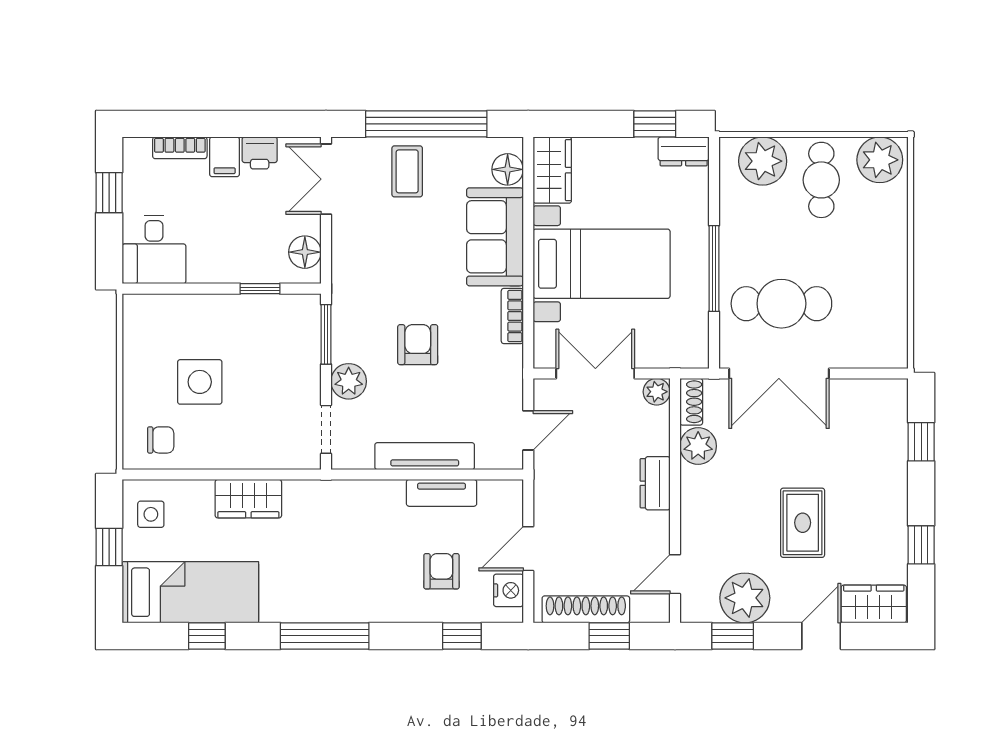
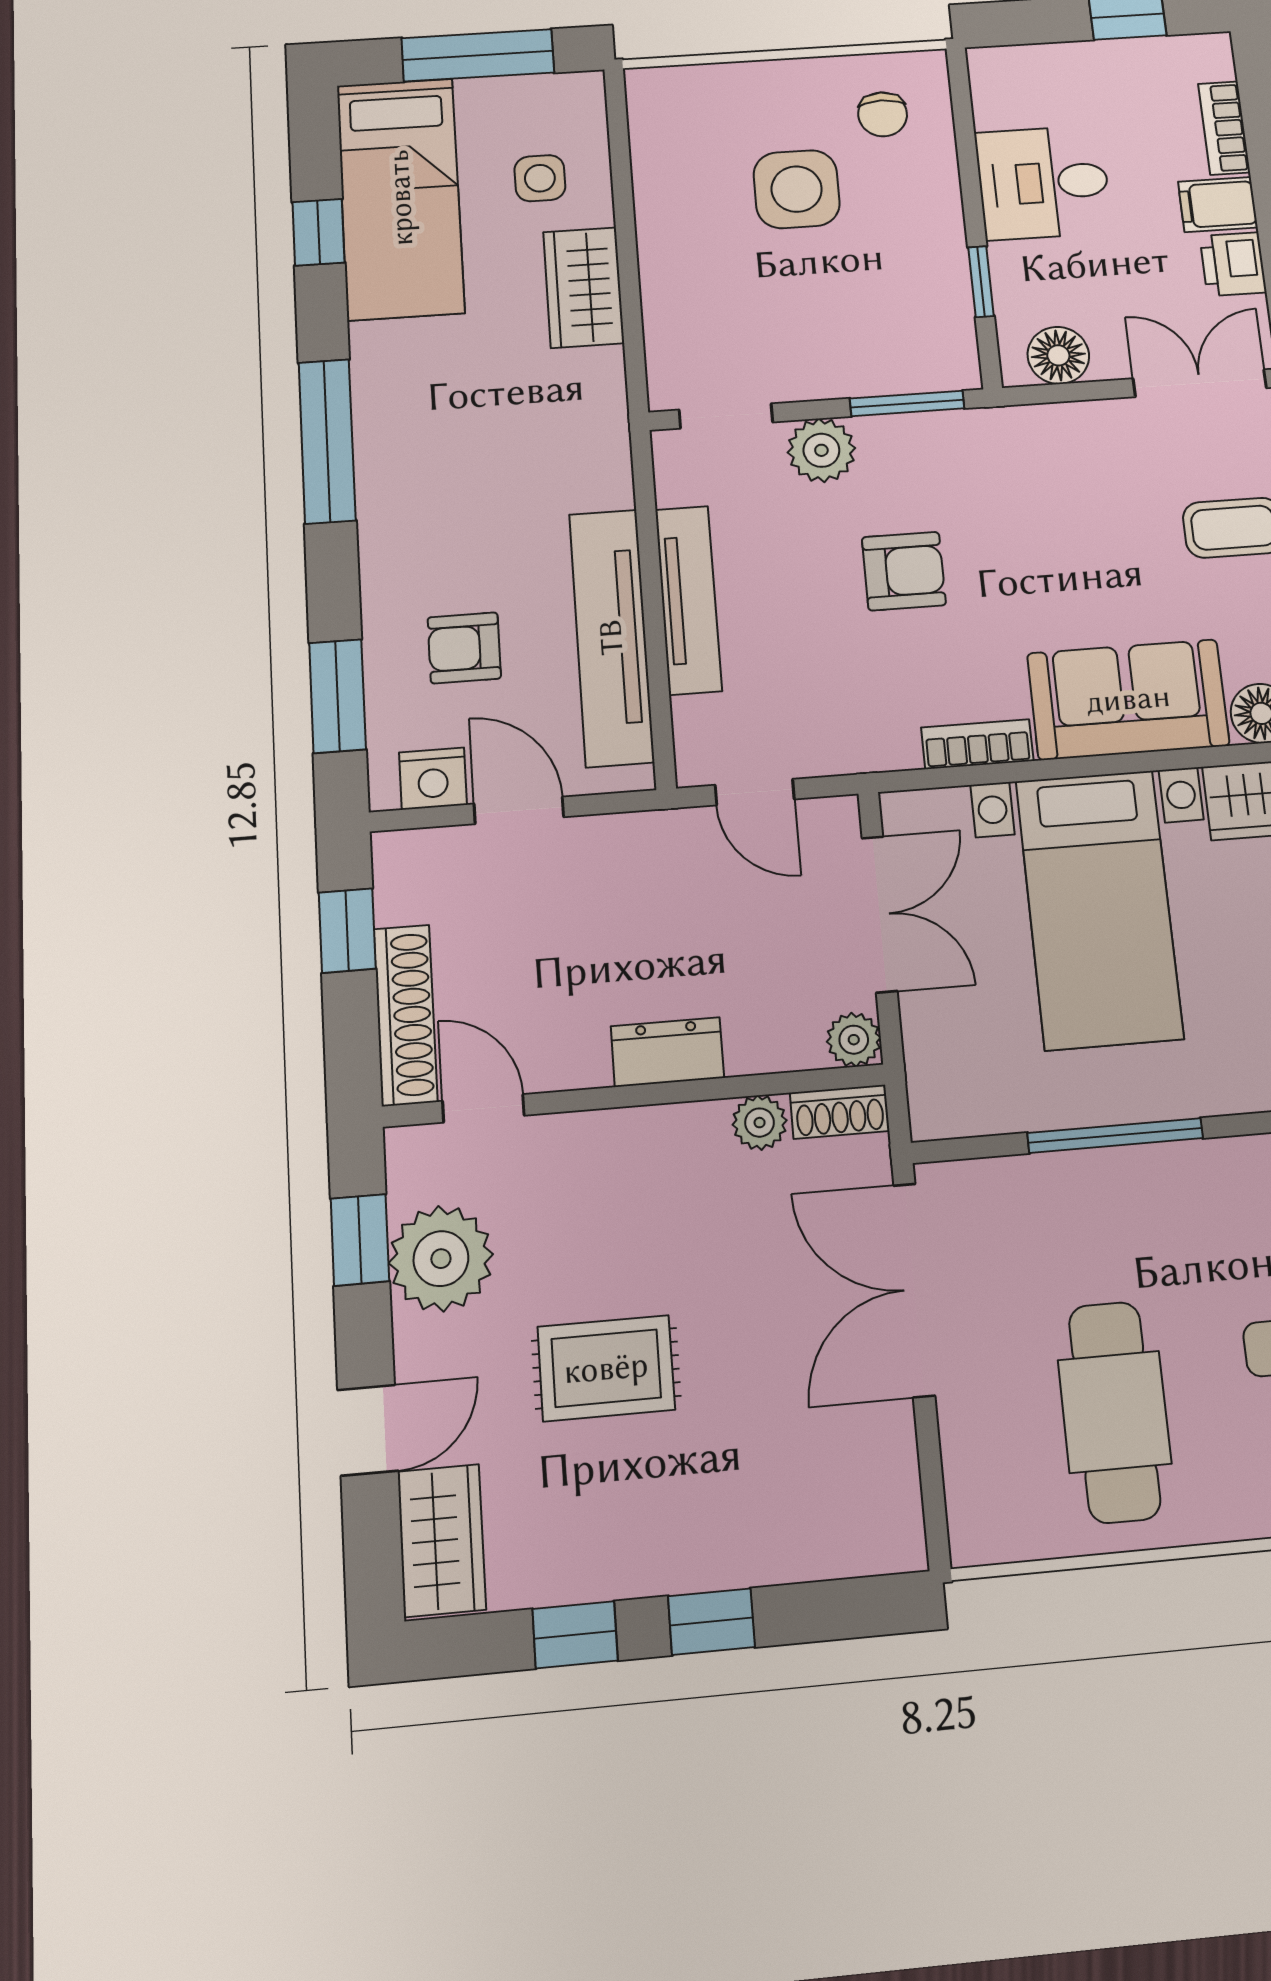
desk: (154, 249) -> (1043, 183), moved
cafe table: (781, 304) -> (1114, 1412), moved
chair: (161, 440) -> (883, 114), moved
window: (921, 442) -> (711, 1622), moved
plant: (698, 446) -> (760, 1123), width x0.73, depth x0.73
tv unit: (442, 493) -> (611, 637), width x1.92, depth x1.29
side table: (151, 514) -> (540, 178), moved
window: (109, 547) -> (478, 55), width x2.17
armchair: (441, 571) -> (464, 648), turned 180
shoe rack: (586, 609) -> (406, 1015), moved
window: (462, 636) -> (338, 696), width x1.50
window: (609, 636) -> (347, 930), moved
door: (821, 636) -> (368, 1430), hinge flipped

